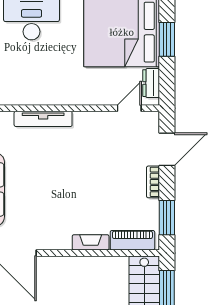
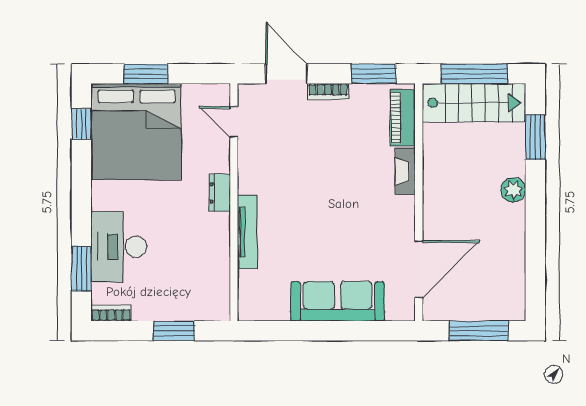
dresser: (151, 83) -> (220, 193), moved, turned 90

